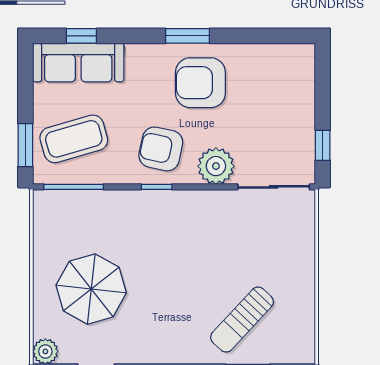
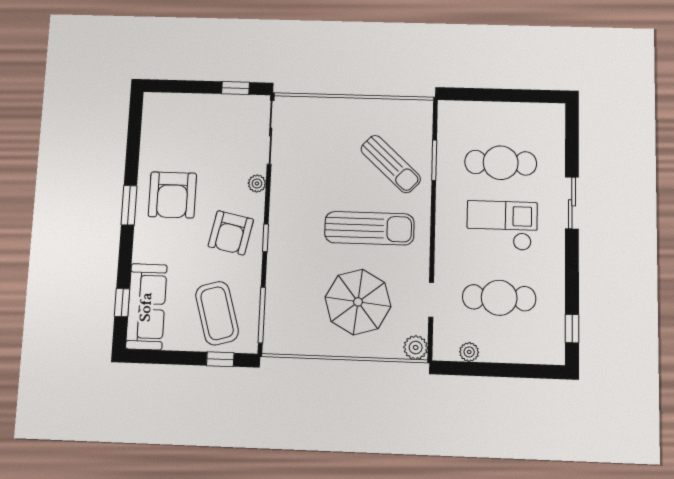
window: (25, 145) -> (220, 359), width x0.67
plant: (216, 166) -> (257, 183), width x0.53, depth x0.53
sun lounger: (171, 299) -> (369, 228), added

